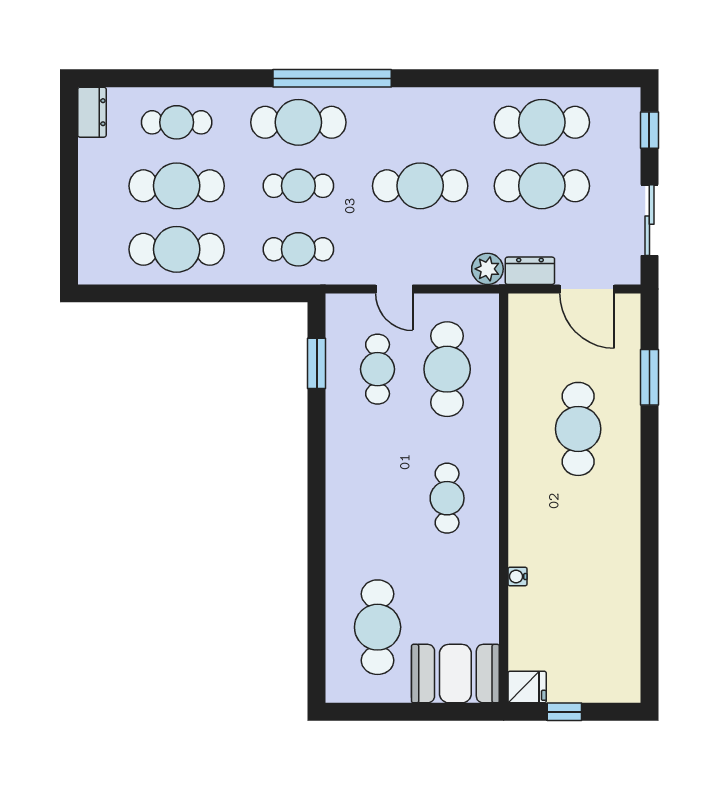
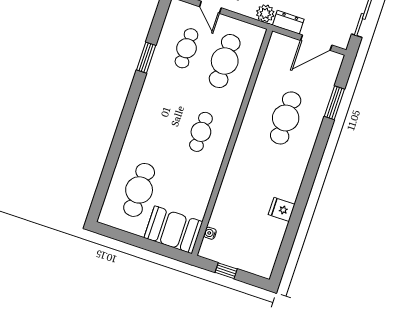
door: (587, 289) -> (316, 43), hinge flipped
window: (317, 363) -> (146, 58), moved
water cooler: (517, 576) -> (210, 233), moved
fridge: (527, 687) -> (282, 209), moved, turned 180

